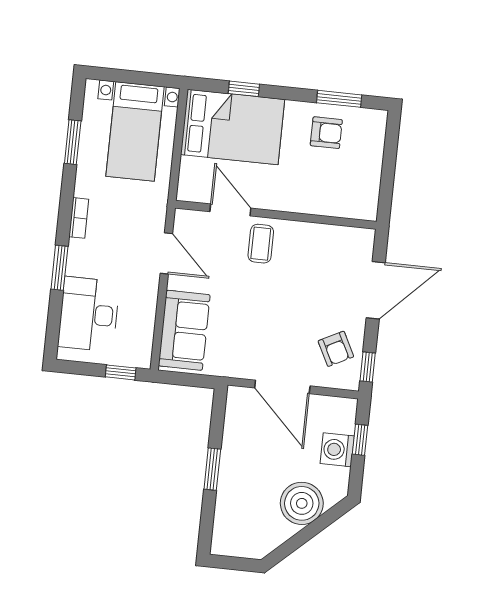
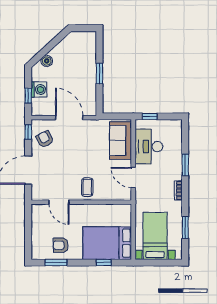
door: (230, 210) -> (59, 202), moved
desk: (89, 314) -> (149, 147), moved, turned 180
boiler: (302, 503) -> (47, 61), width x0.54, depth x0.54

